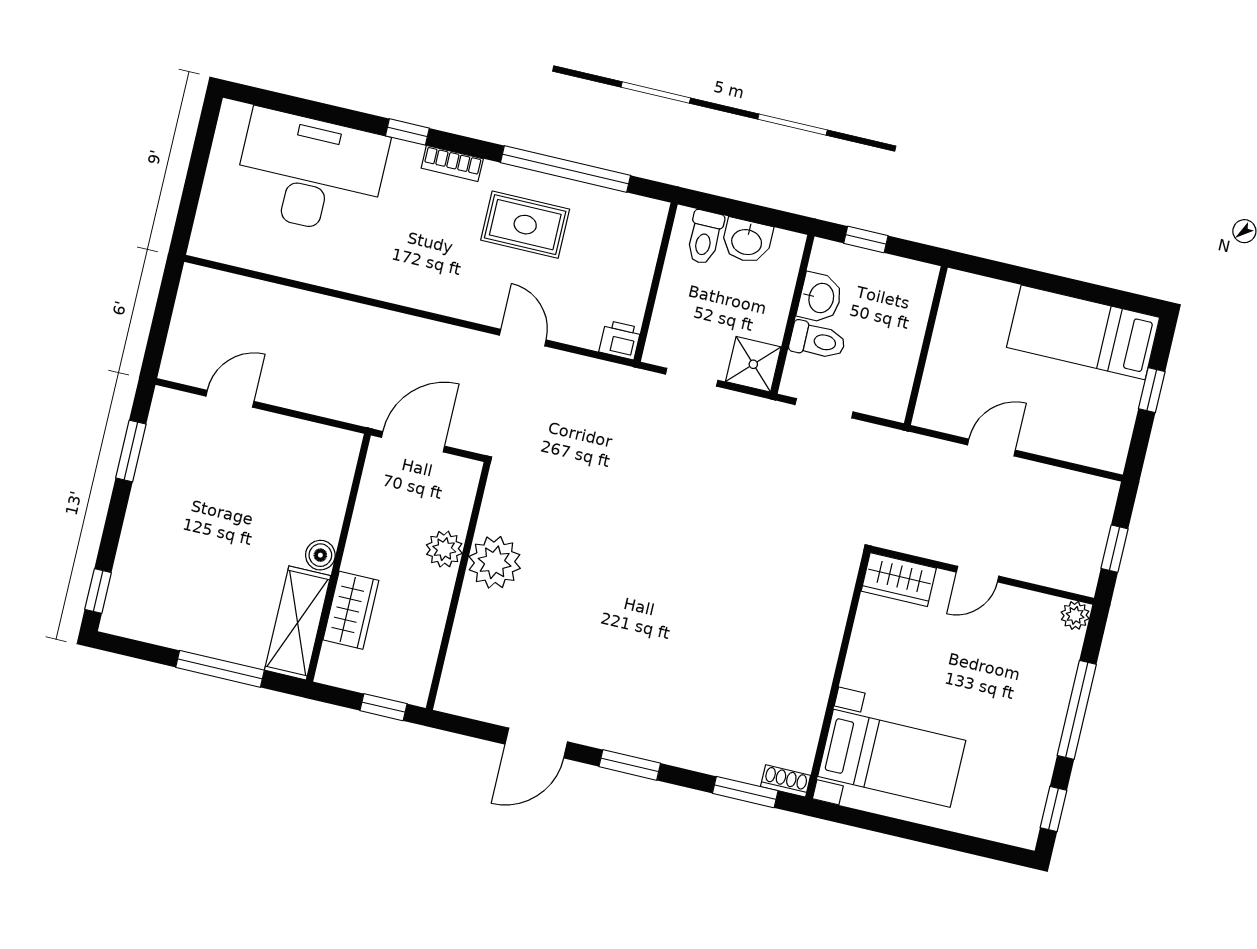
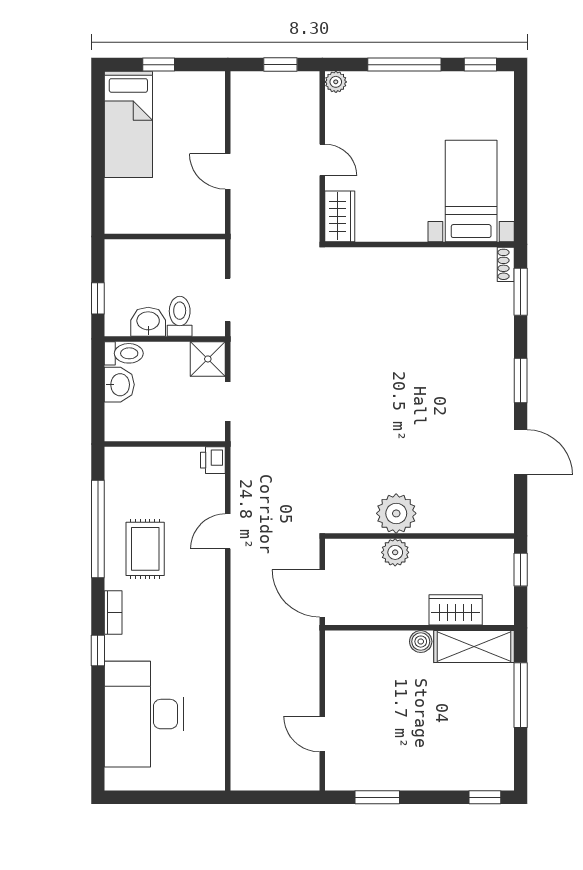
toilet: (705, 237) -> (124, 353), moved

